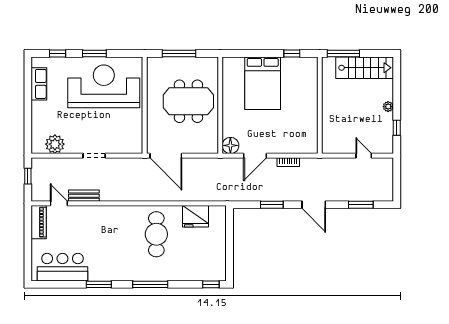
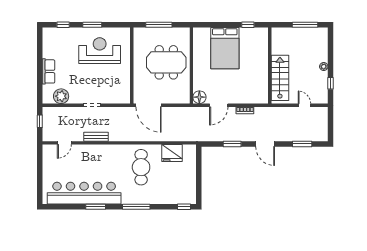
window: (343, 54) -> (305, 25), moved
stairs: (365, 68) -> (280, 78), moved, turned -90
row of seats: (39, 84) -> (49, 71), moved
reception desk: (104, 86) -> (100, 51), width x0.74, depth x0.77
bench: (84, 196) -> (96, 137), moved
door: (59, 203) -> (64, 143), swing flipped
piano: (39, 222) -> (48, 158), removed
bar counter: (62, 267) -> (84, 193), width x1.86

